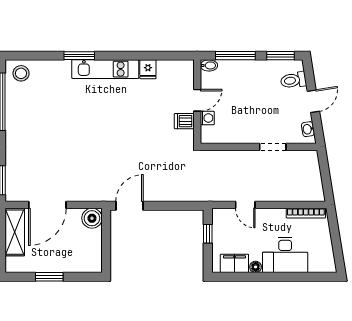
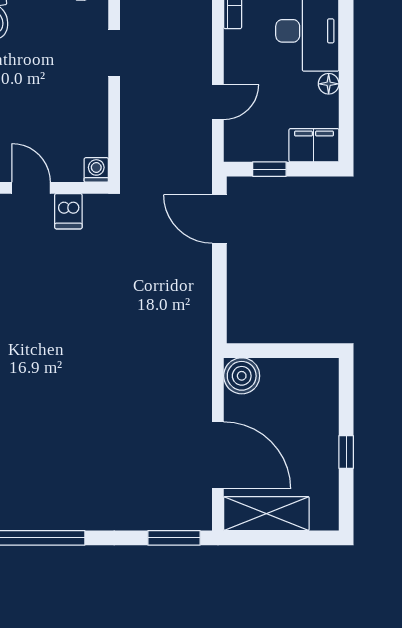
washing machine: (207, 118) -> (96, 170), moved
door: (129, 206) -> (219, 219), moved
filing cabinet: (234, 263) -> (314, 145), moved, turned 90
window: (49, 277) -> (346, 452), width x0.67

